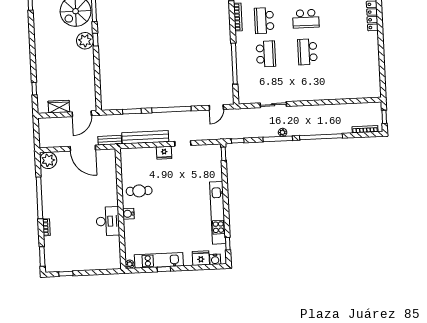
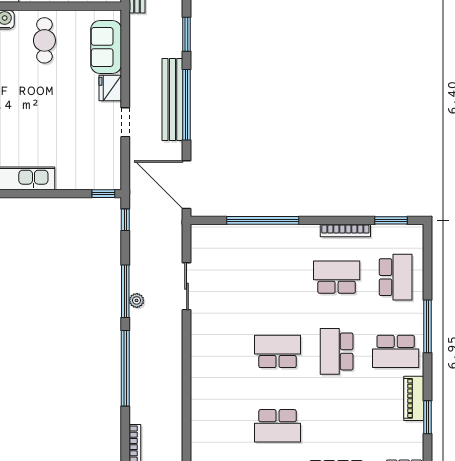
school desk: (266, 54) -> (278, 426), moved
door: (216, 107) -> (187, 185), width x1.88
bench: (145, 137) -> (172, 100), moved
sofa: (141, 156) -> (106, 47), added

